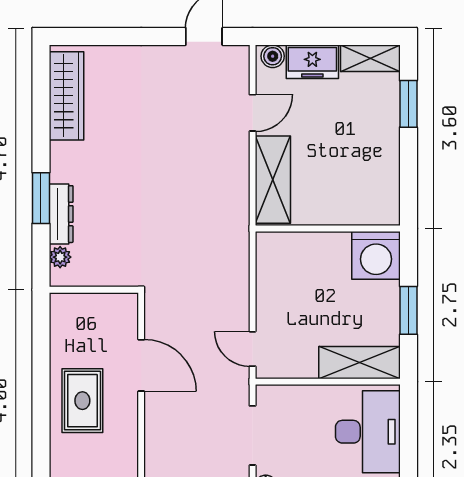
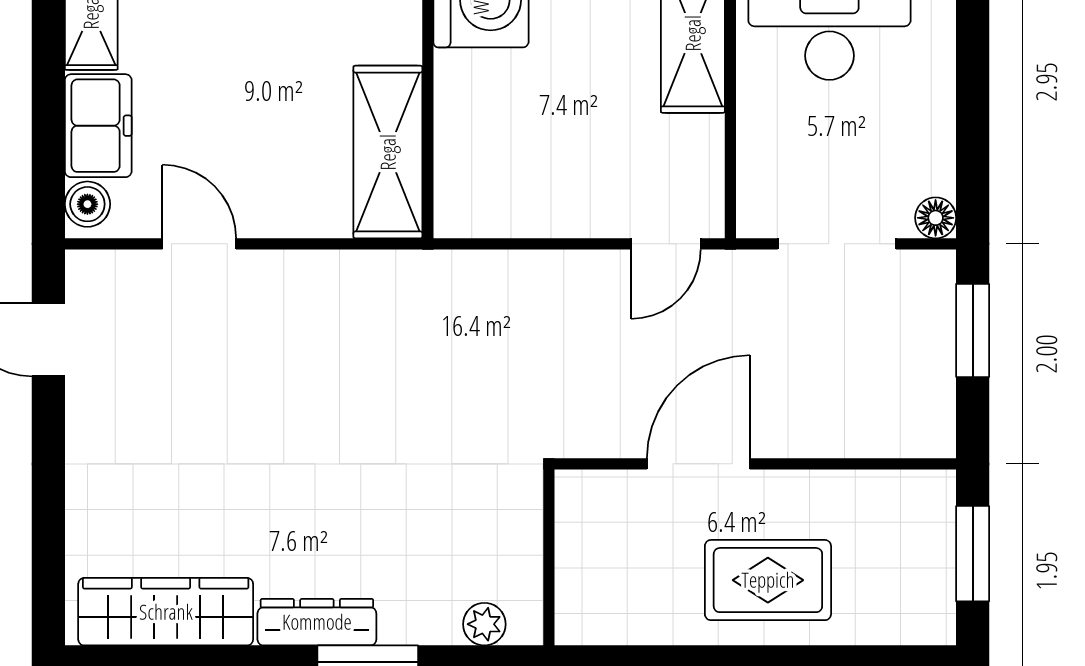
shelving: (273, 180) -> (388, 152), moved, turned 90
dresser: (61, 214) -> (317, 622), moved

